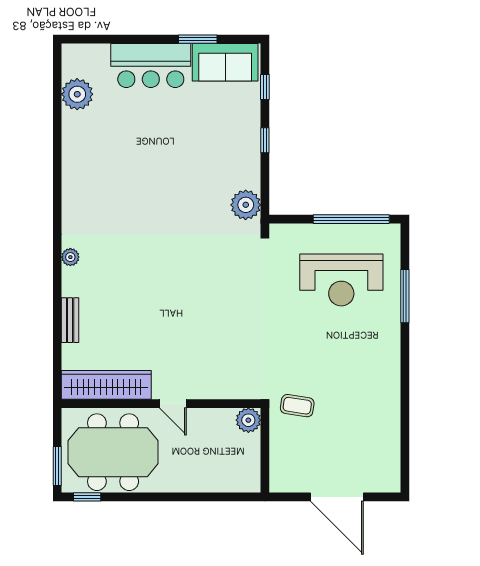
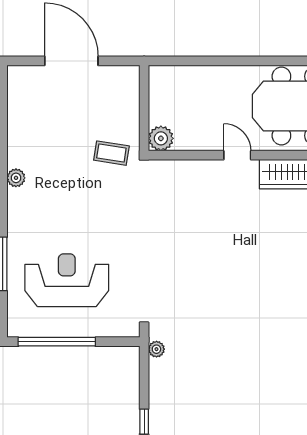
plant: (246, 205) -> (156, 349), width x0.53, depth x0.53
plant: (392, 381) -> (16, 178), added

